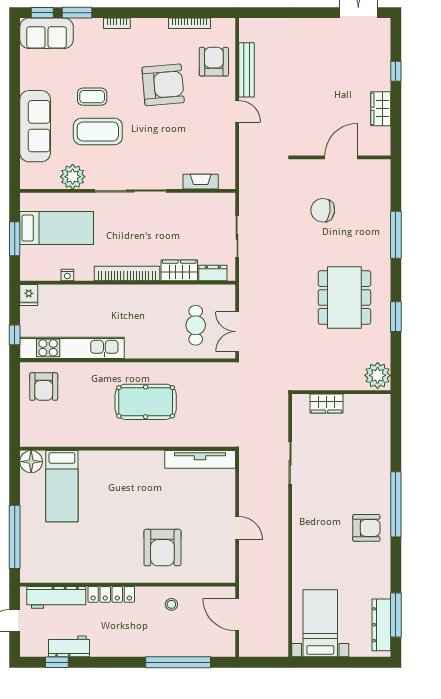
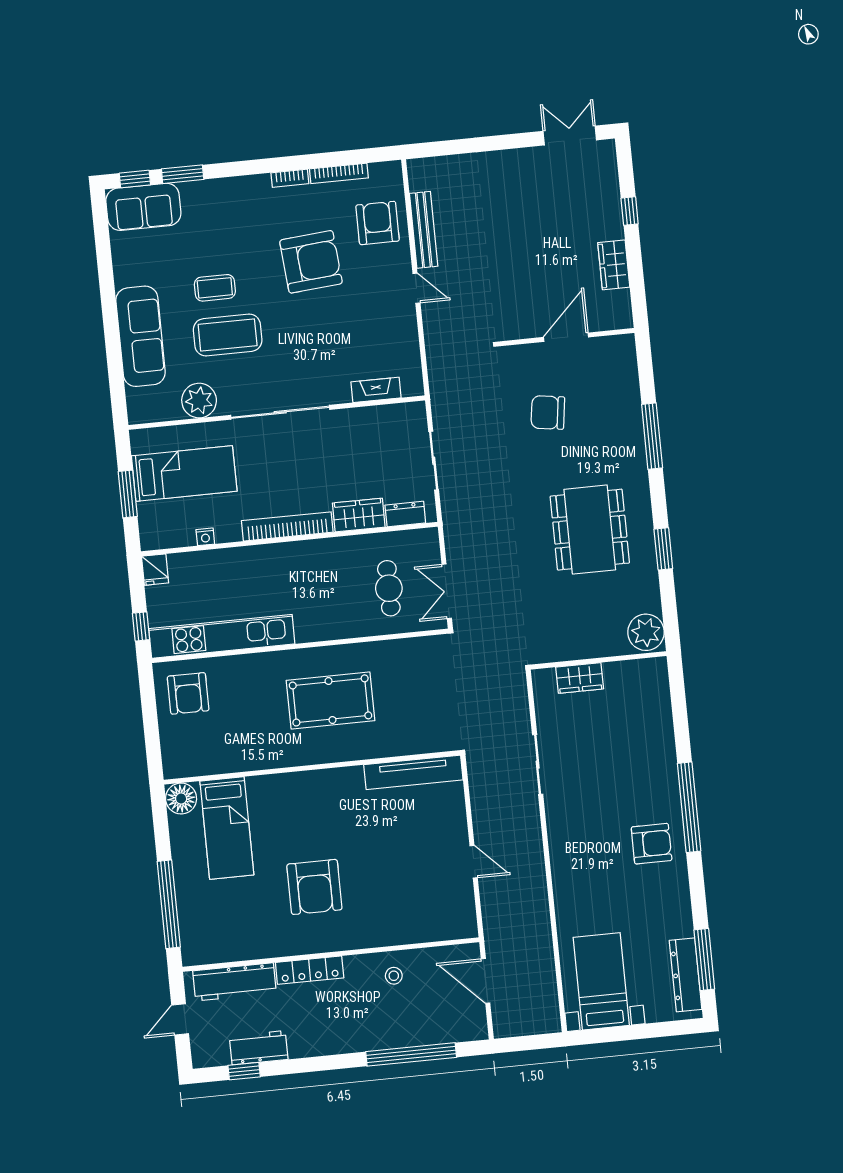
bookcase: (117, 23) -> (290, 178), moved
armchair: (162, 548) -> (314, 887), moved

